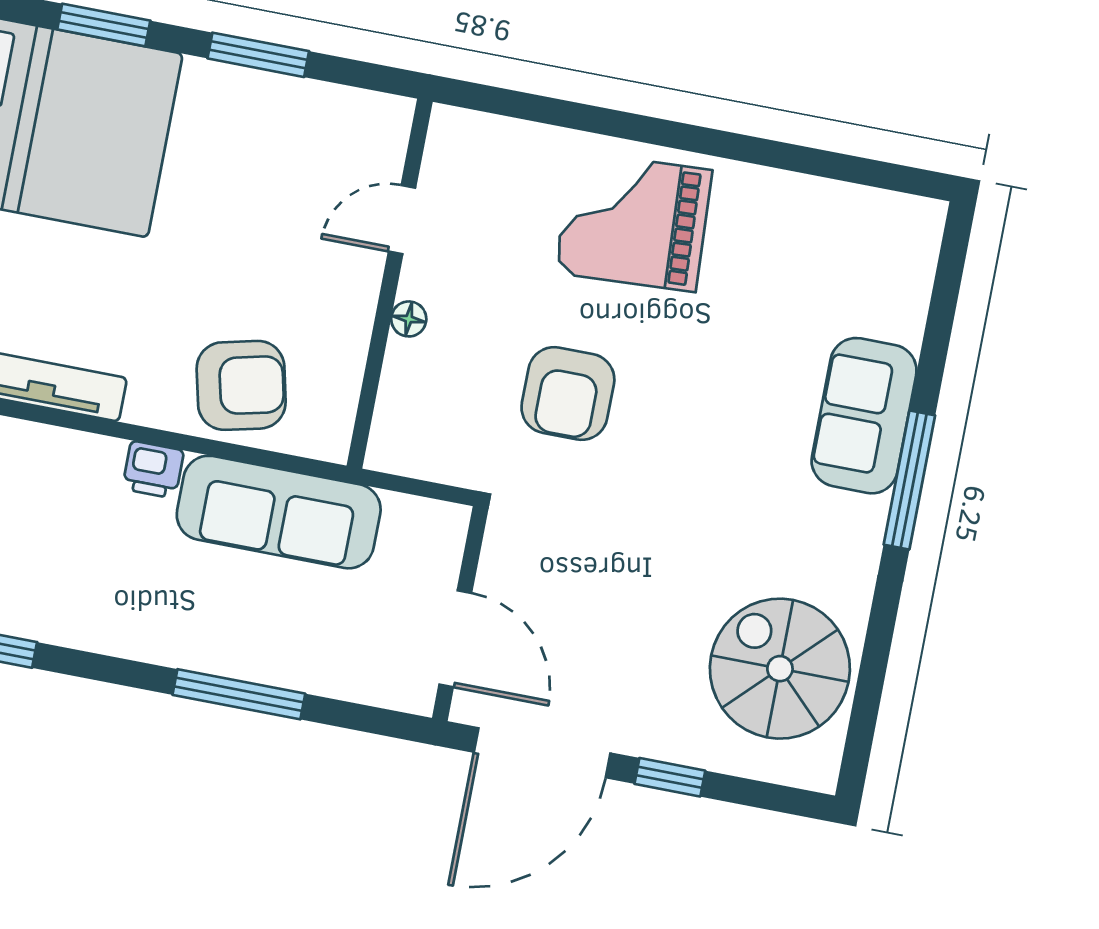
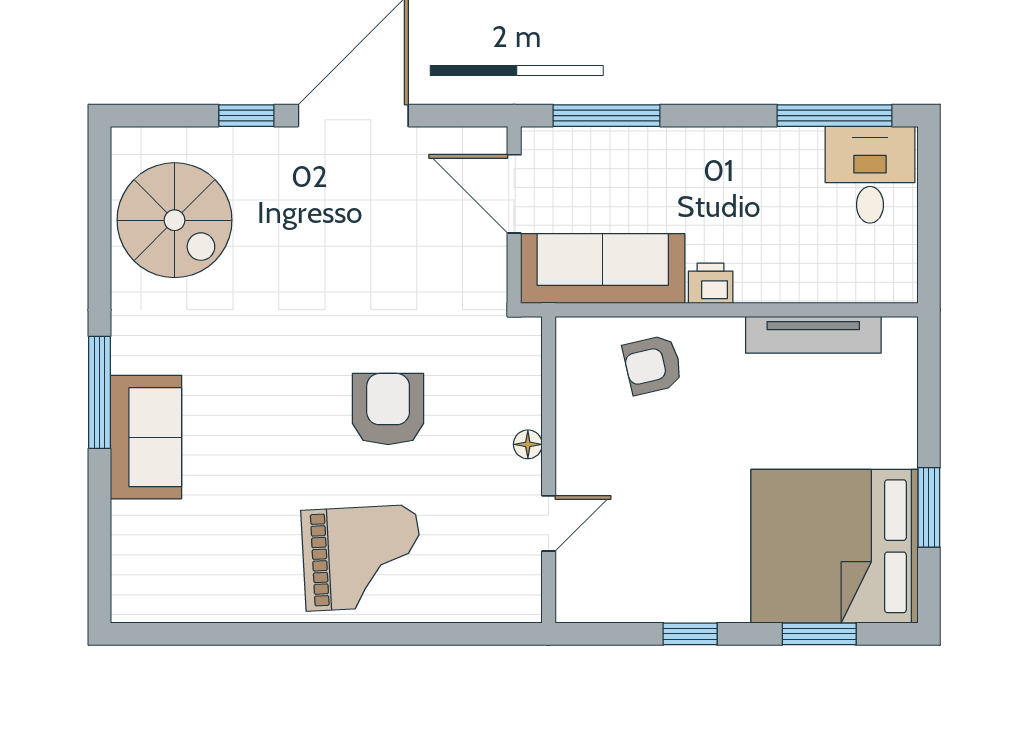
window: (258, 55) -> (690, 634), width x0.67
armchair: (241, 385) -> (653, 365), width x0.72, depth x0.72
wall: (460, 614) -> (514, 215), moved
door: (455, 639) -> (514, 194), moved

